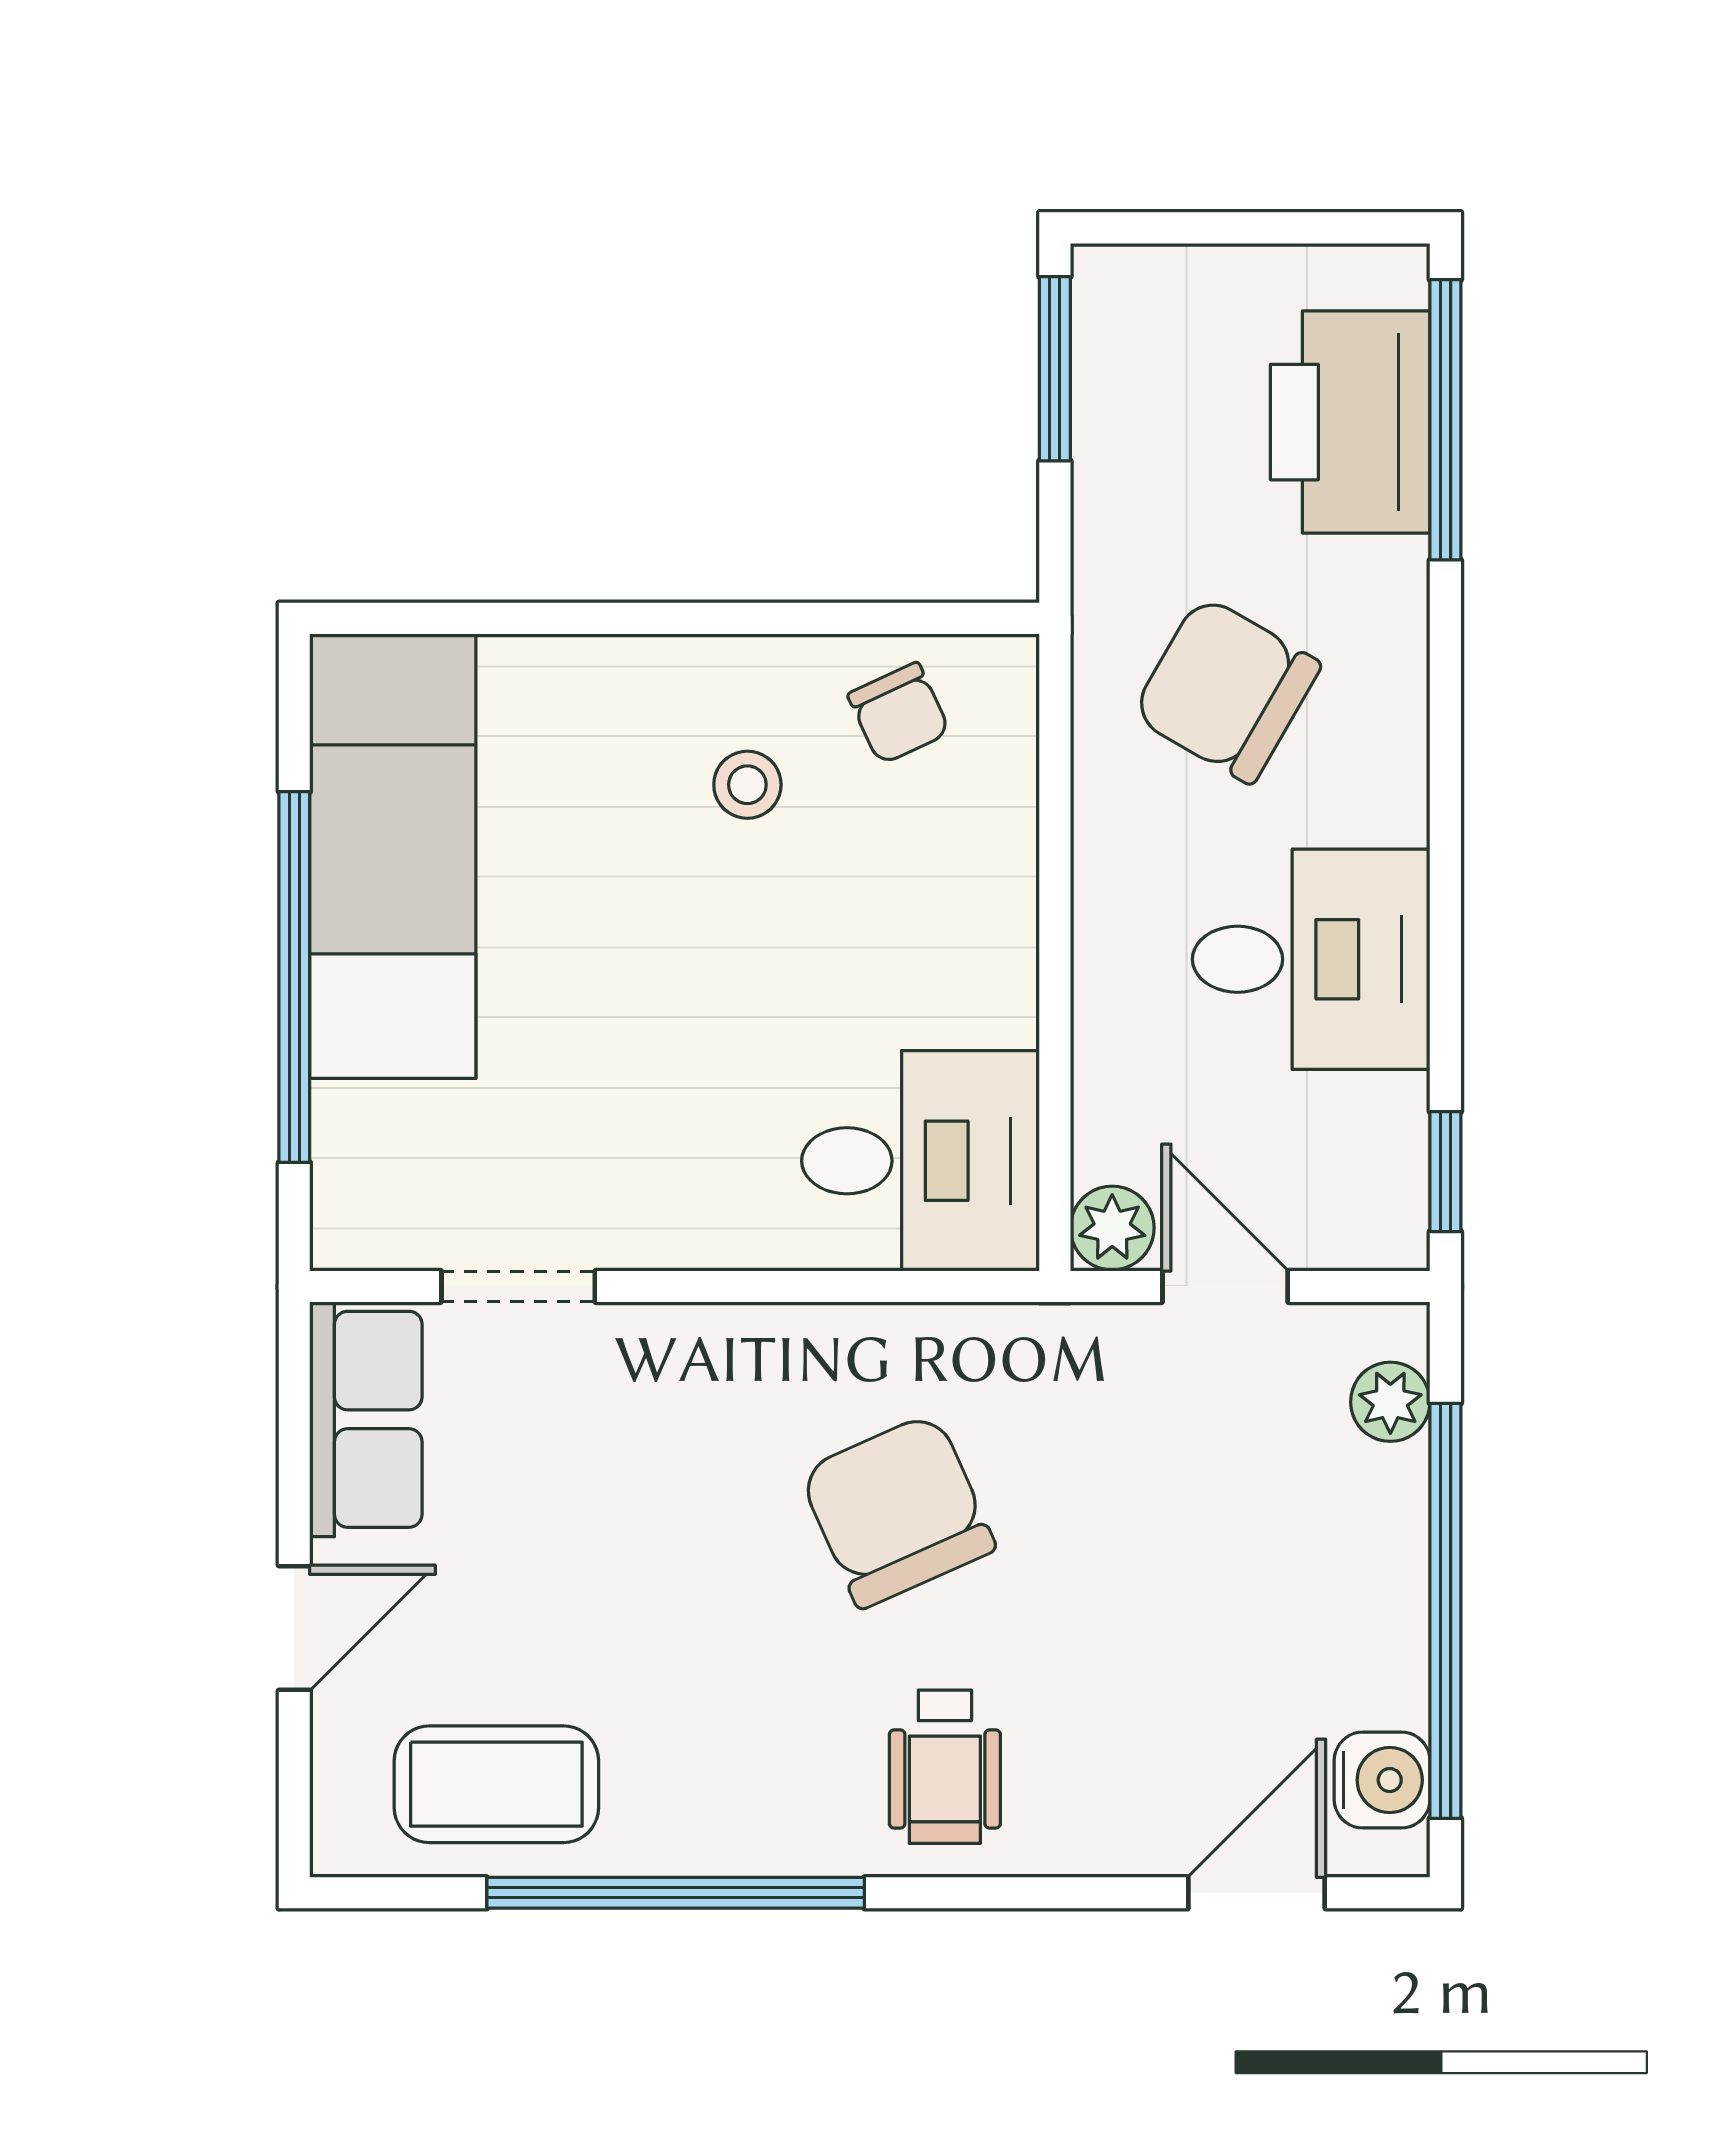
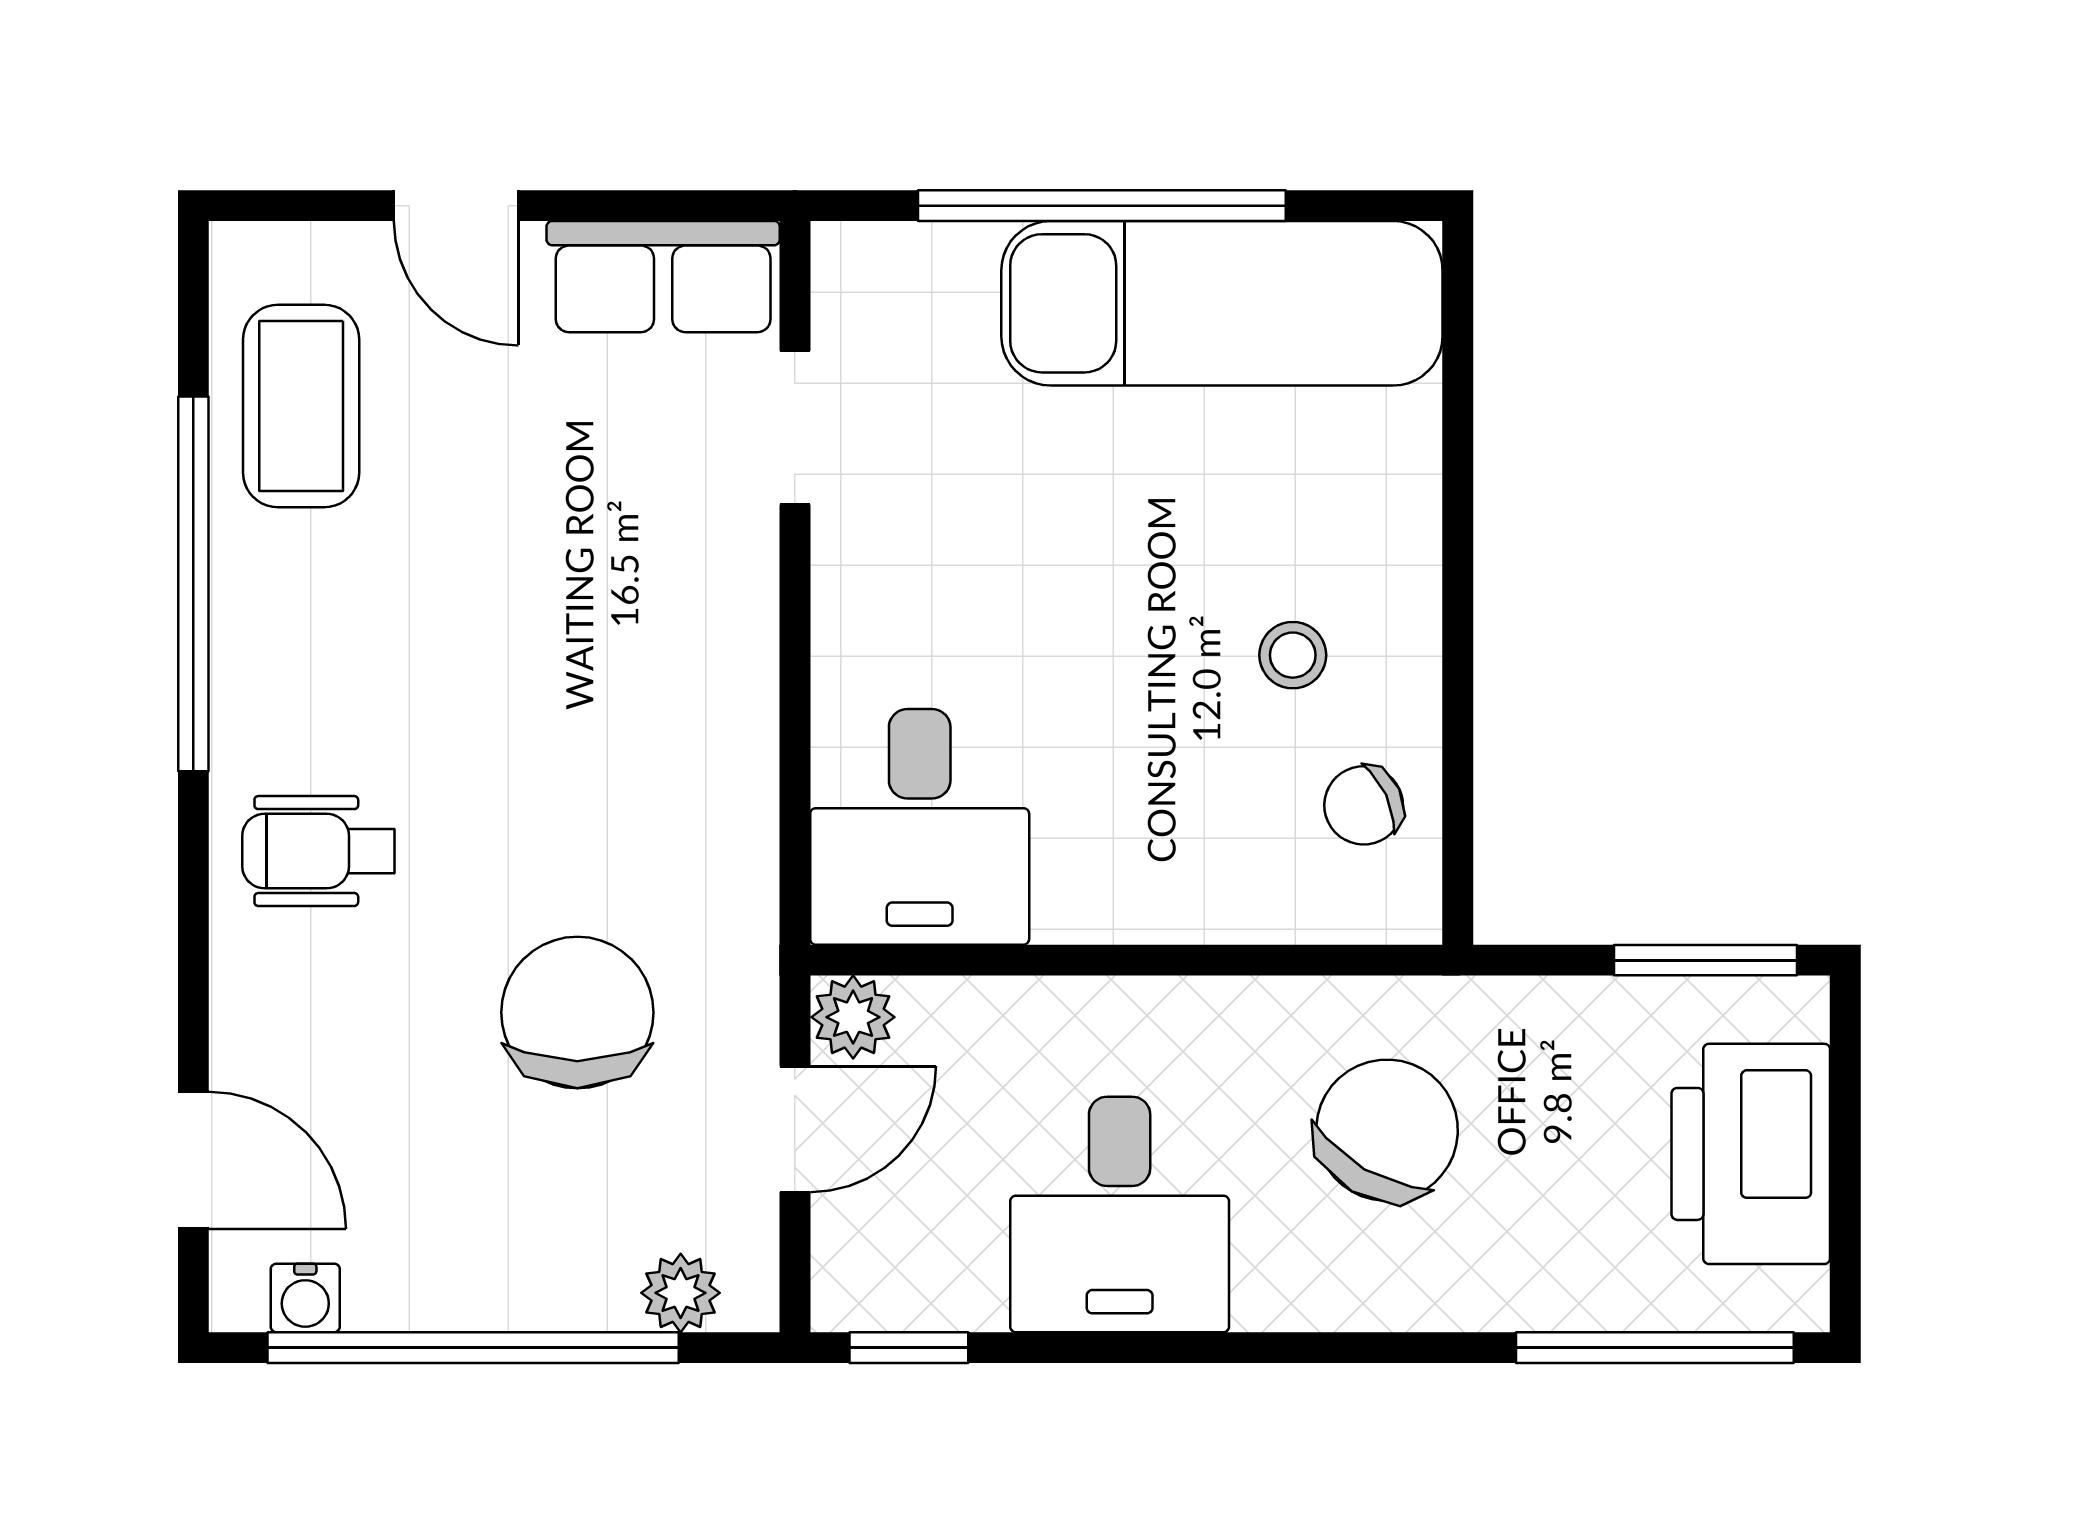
printer: (1350, 422) -> (1751, 1154), moved, turned -90
chair: (897, 1511) -> (577, 1013), moved, turned -66
water cooler: (1382, 1780) -> (305, 1298), width x0.72, depth x0.72

